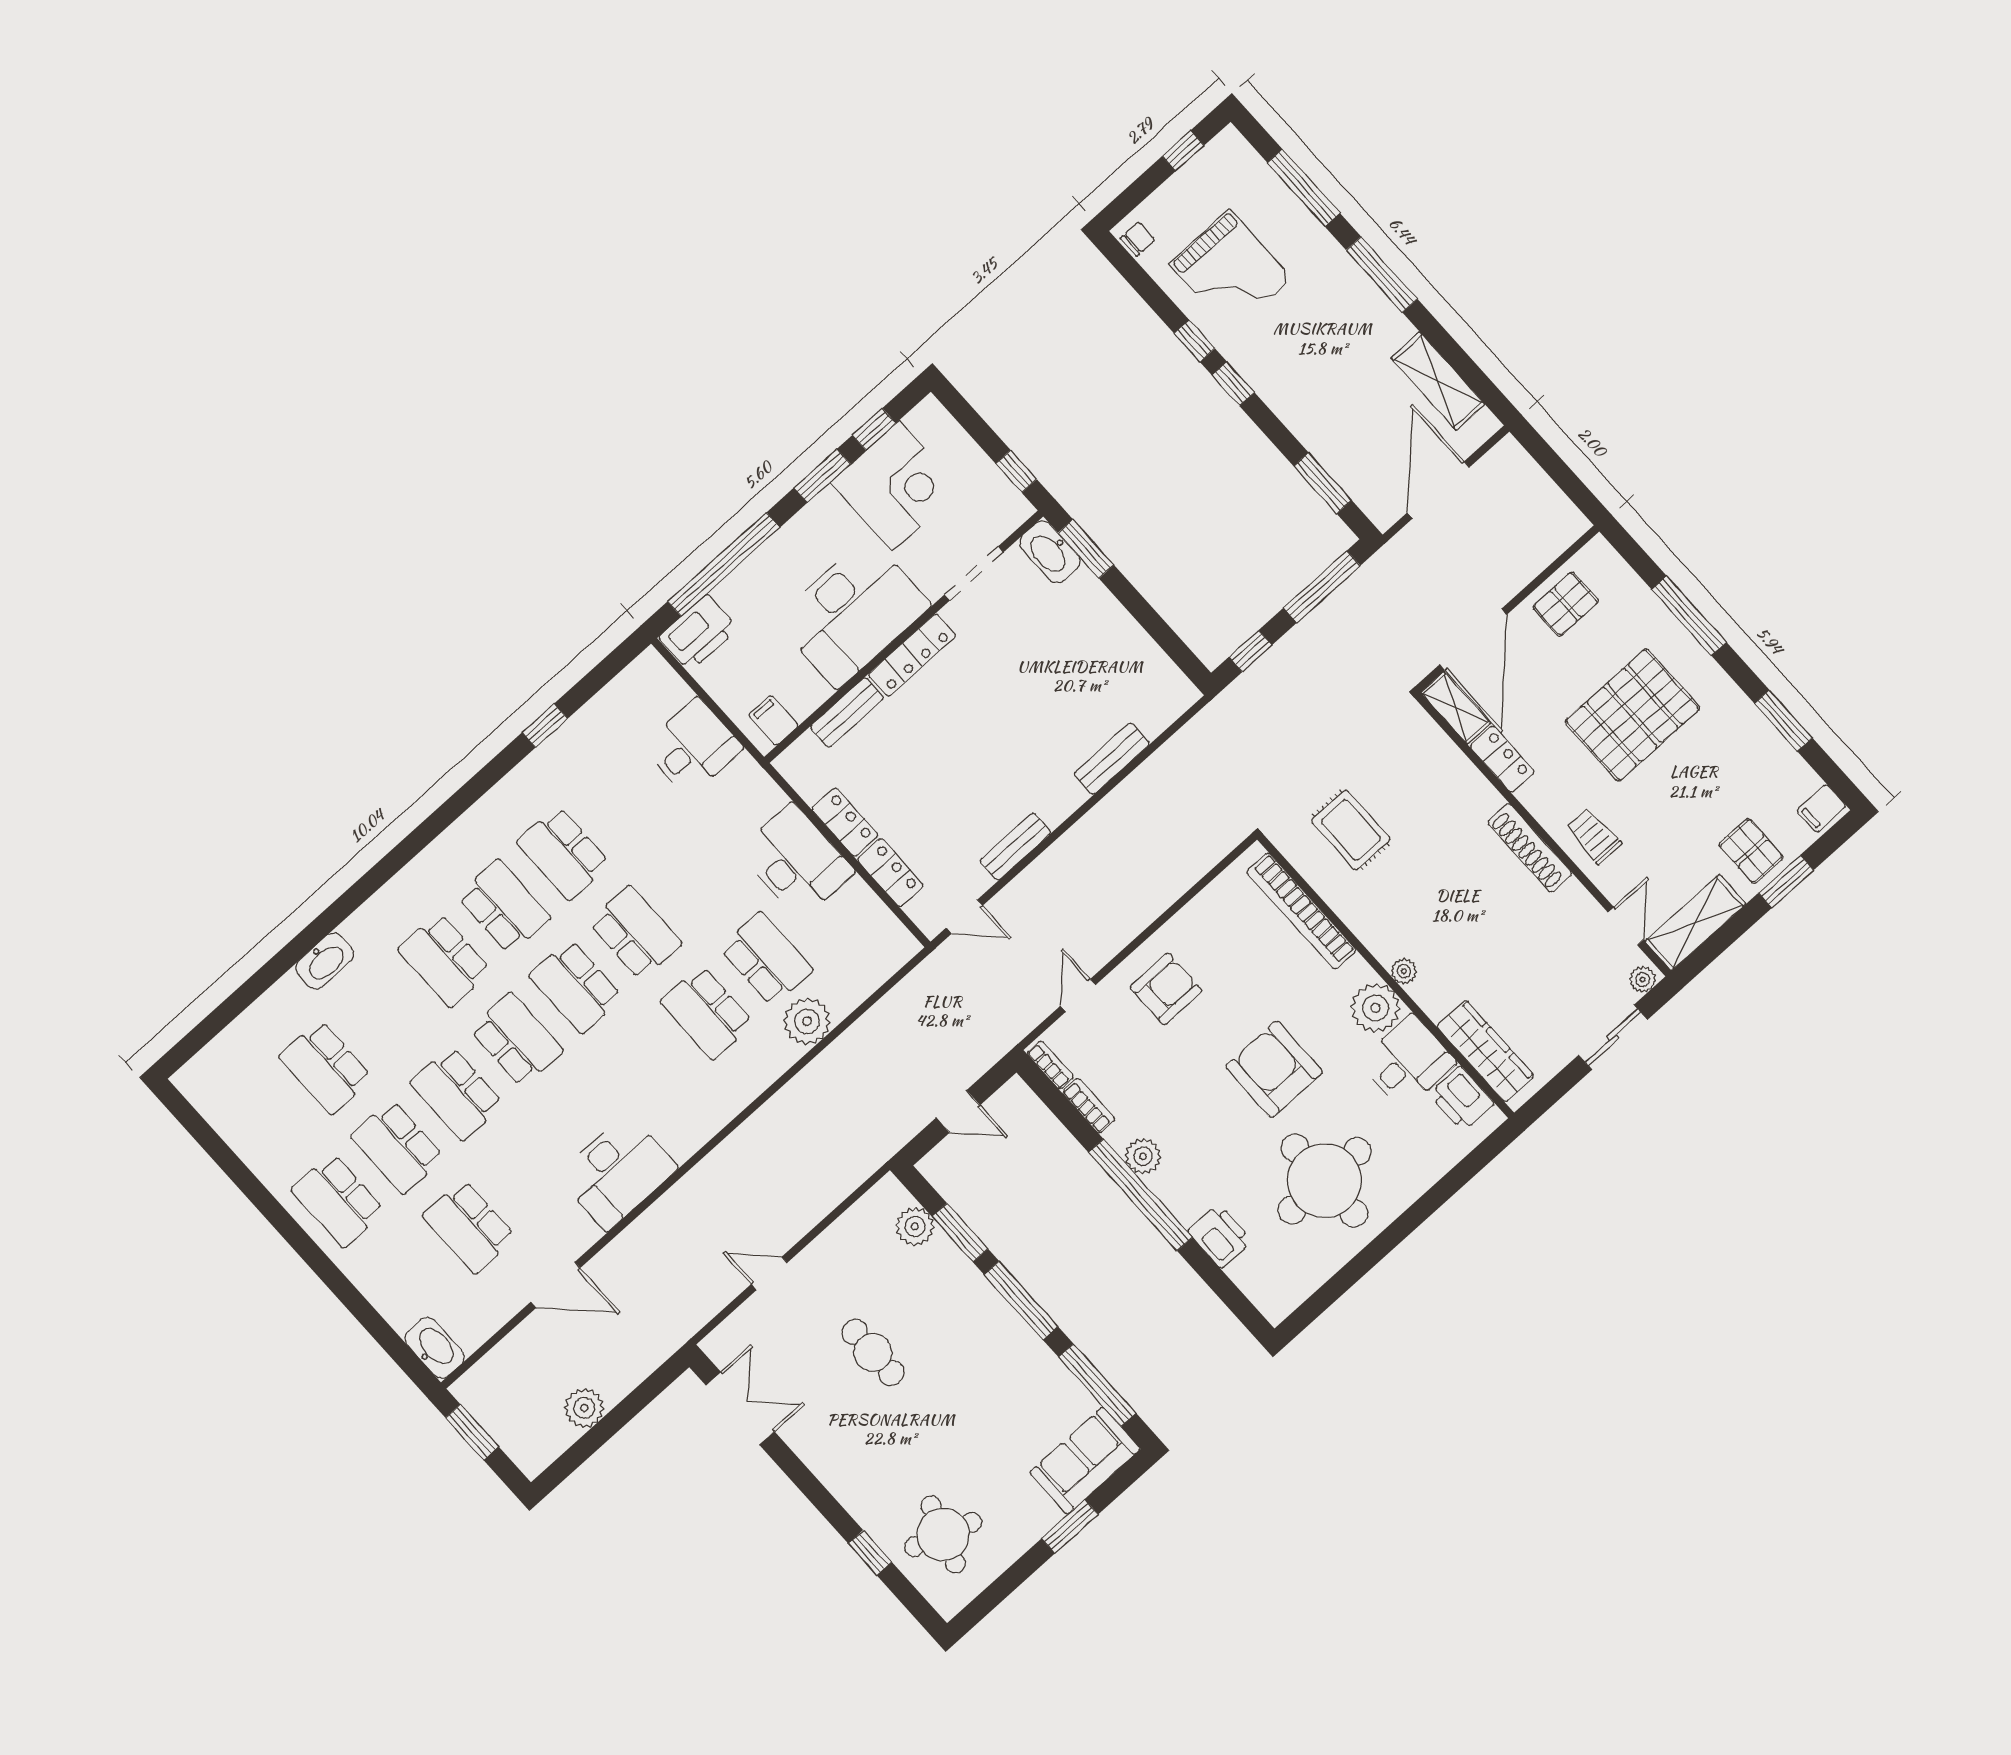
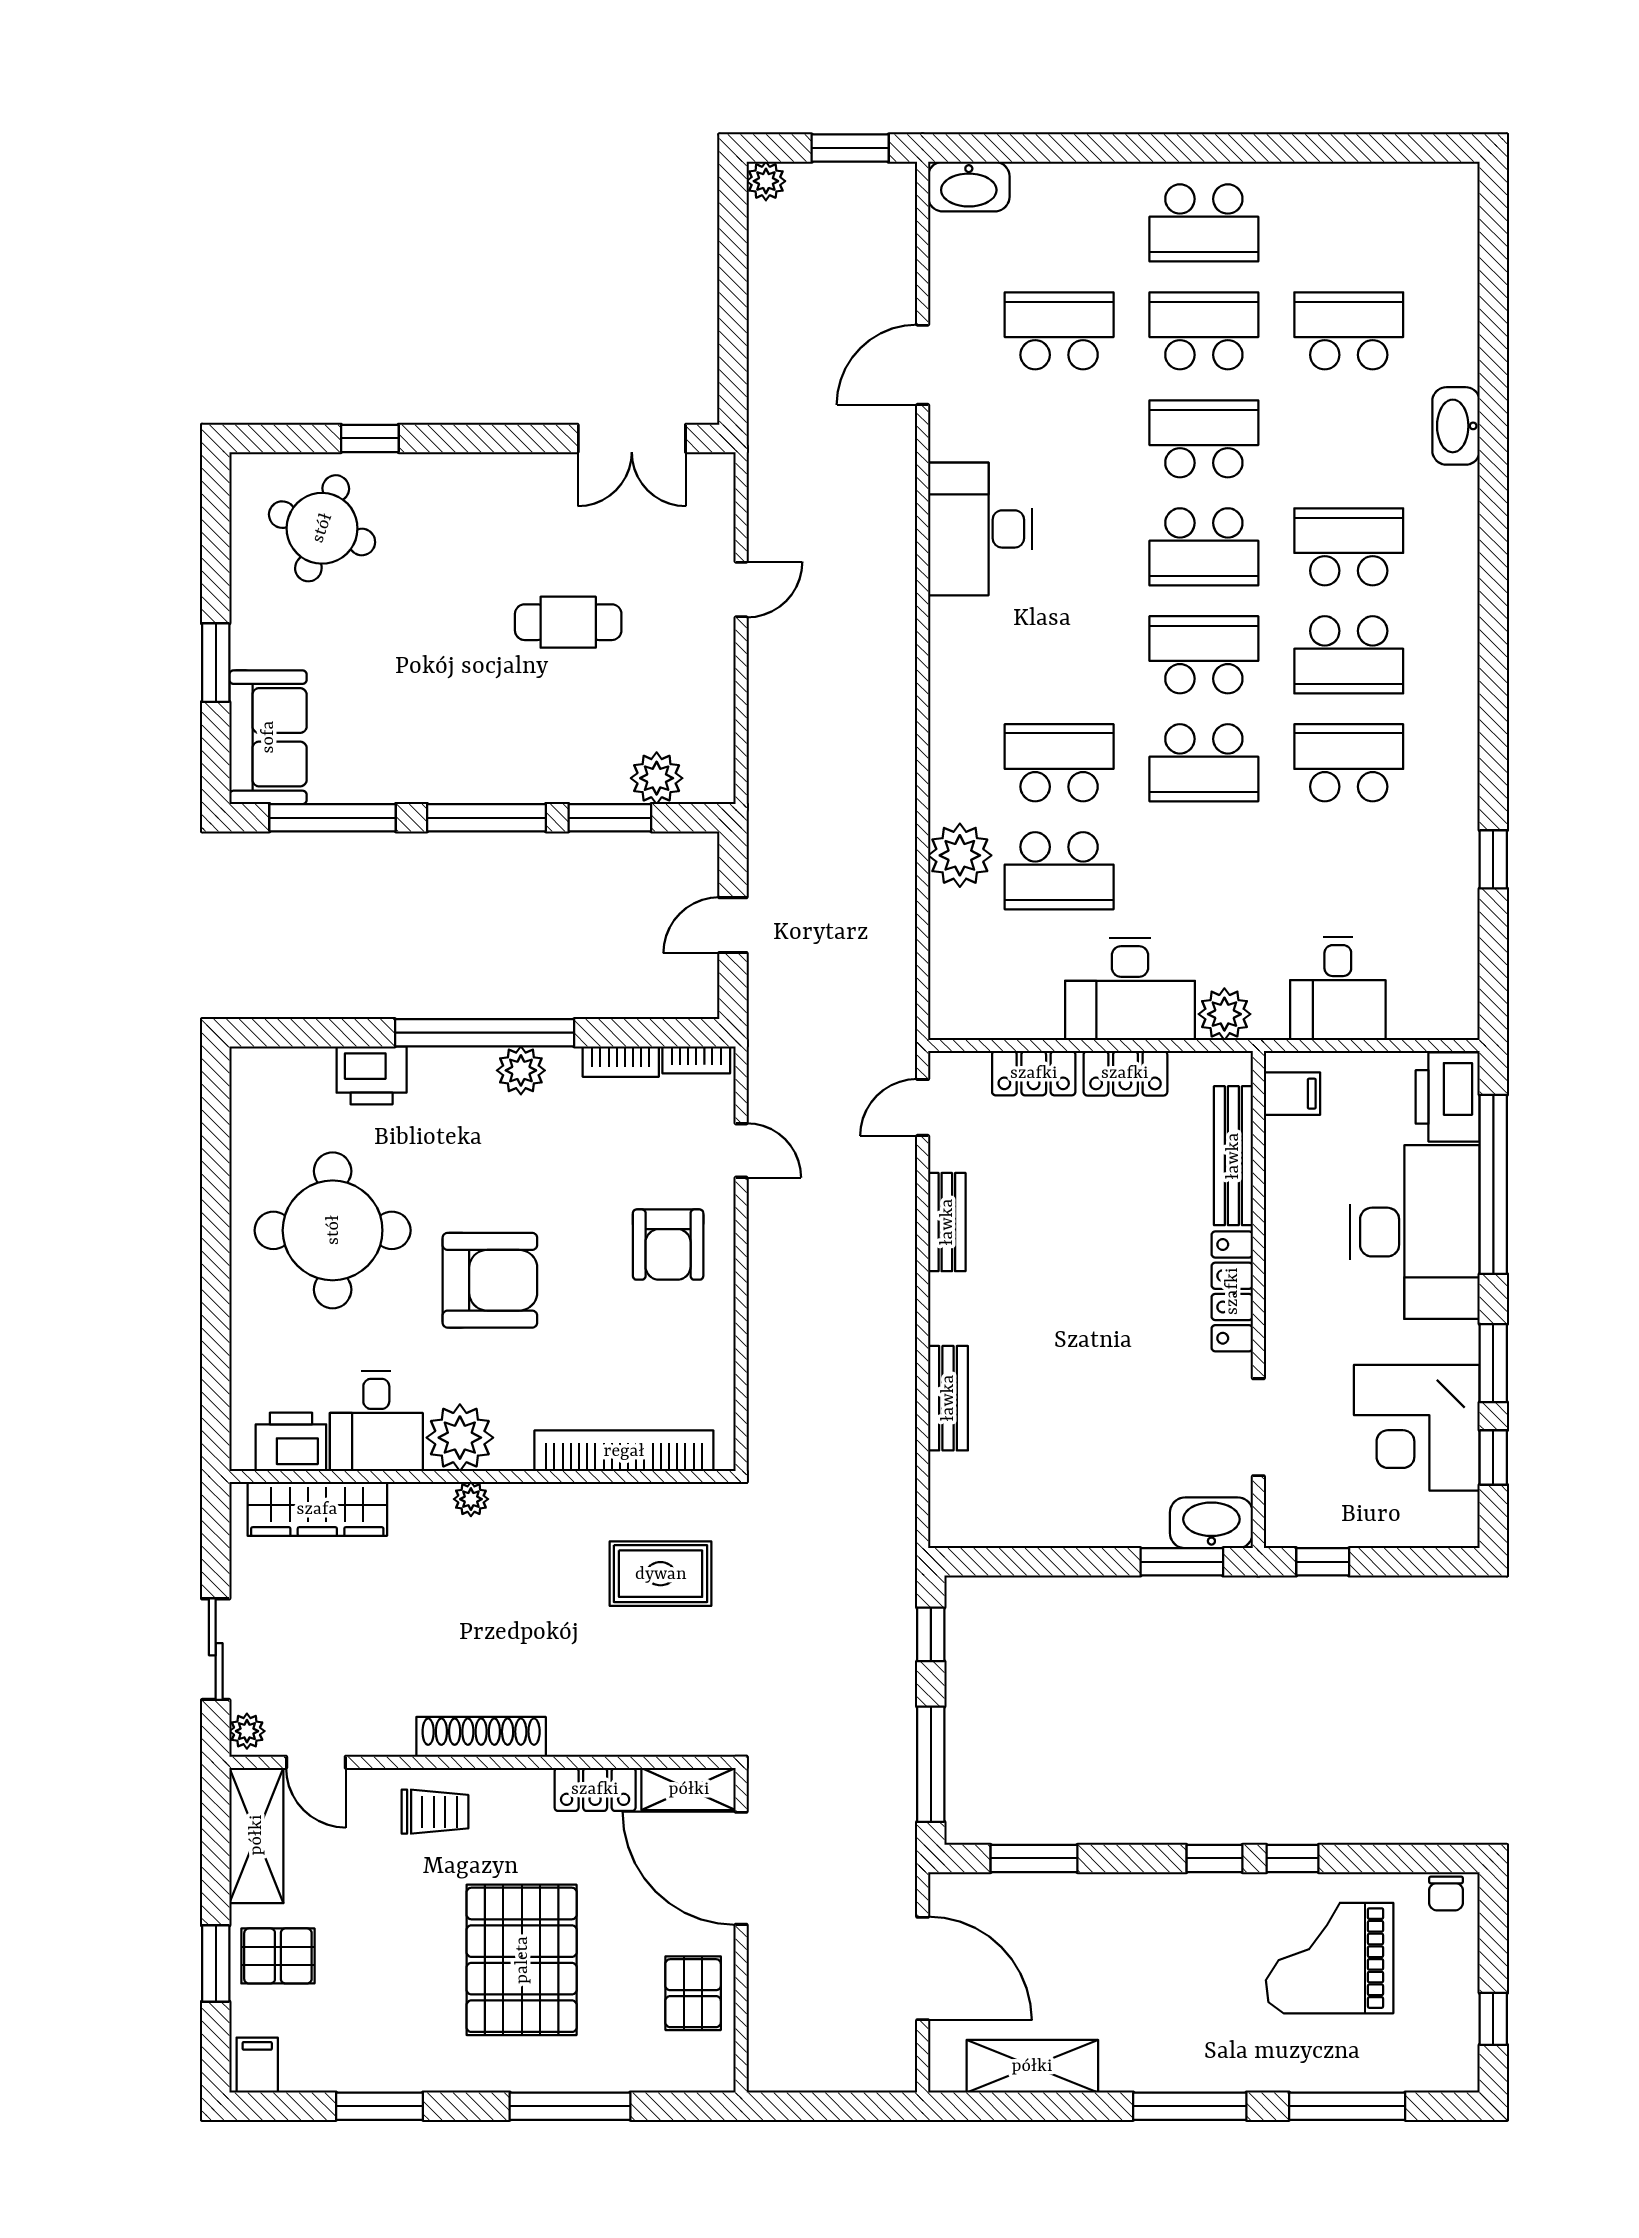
desk: (853, 612) -> (1415, 1232), moved, turned 180
bench: (847, 713) -> (1233, 1156), width x1.36
plant: (763, 797) -> (1224, 1014), added
school desk: (338, 1200) -> (1204, 223), turned 180
plant: (584, 1408) -> (766, 181), moved, width x0.73, depth x0.73

